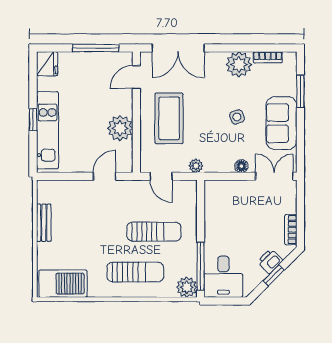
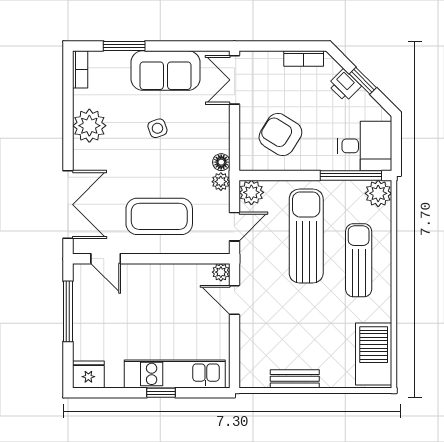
bookcase: (268, 57) -> (80, 69), moved
plant: (120, 128) -> (221, 272), moved, width x0.53, depth x0.53
floor lamp: (241, 166) -> (221, 162), moved
plant: (187, 189) -> (251, 192), added
armchair: (232, 212) -> (280, 135), added
sun lounger: (154, 232) -> (306, 236), width x1.36, depth x1.34

